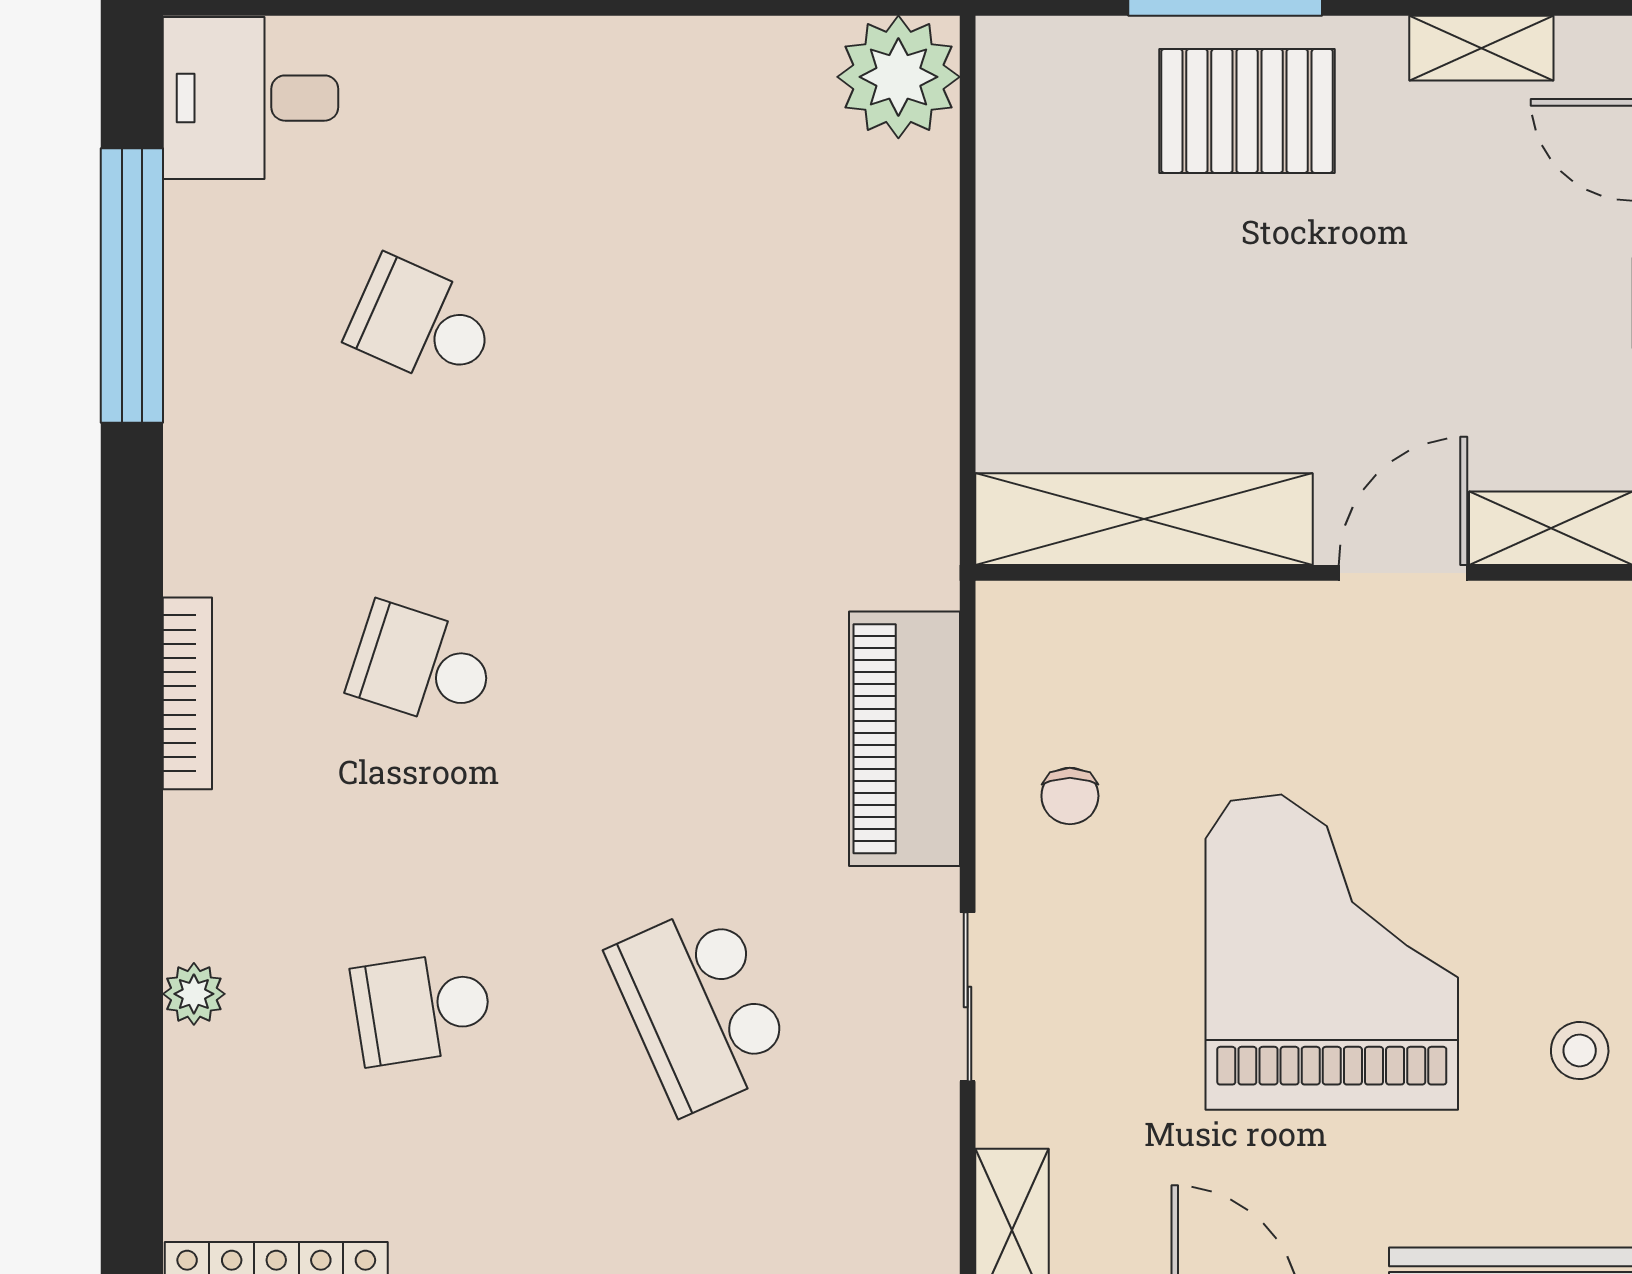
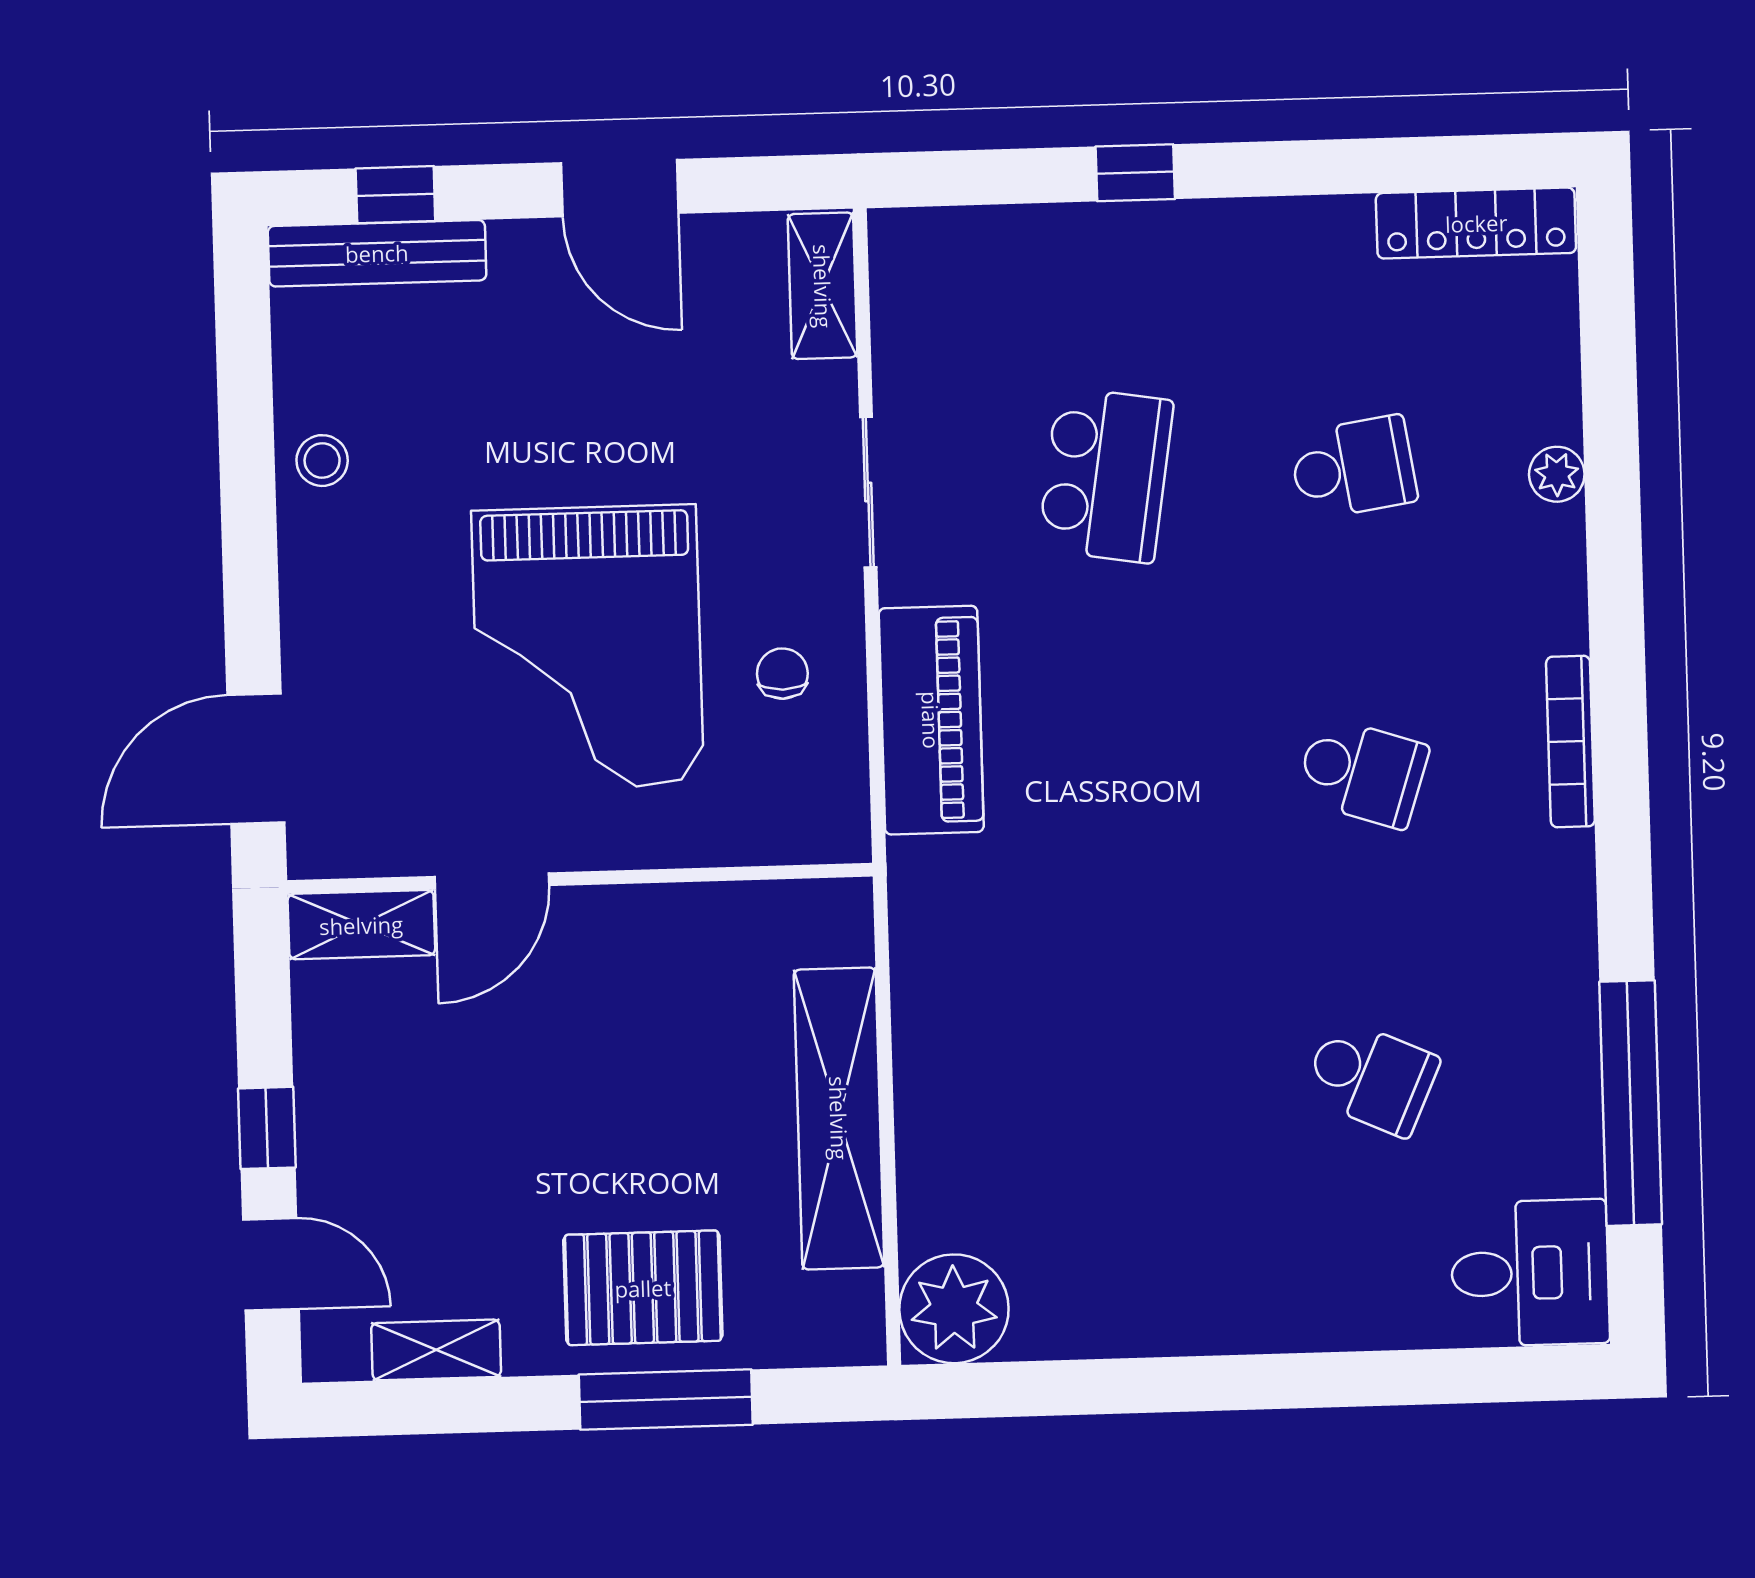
shelving: (1144, 519) -> (839, 1118), moved, turned 90
grand piano: (1332, 952) -> (588, 648), moved
school desk: (700, 1008) -> (1106, 475), turned 33

